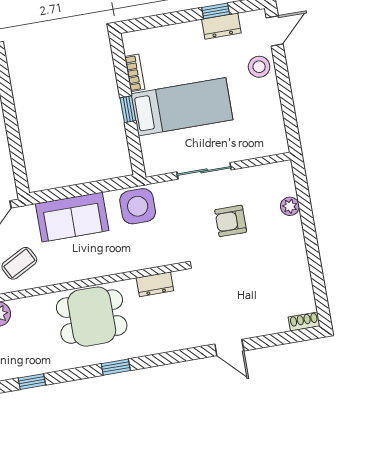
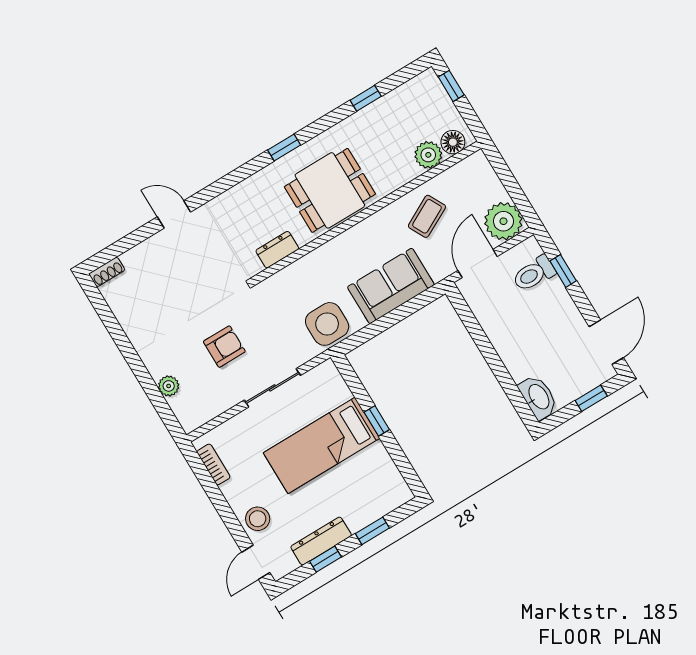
window: (168, 19) -> (372, 531), added
dresser: (221, 26) -> (321, 541), width x1.44
bookcase: (135, 73) -> (213, 464), moved, turned 180

